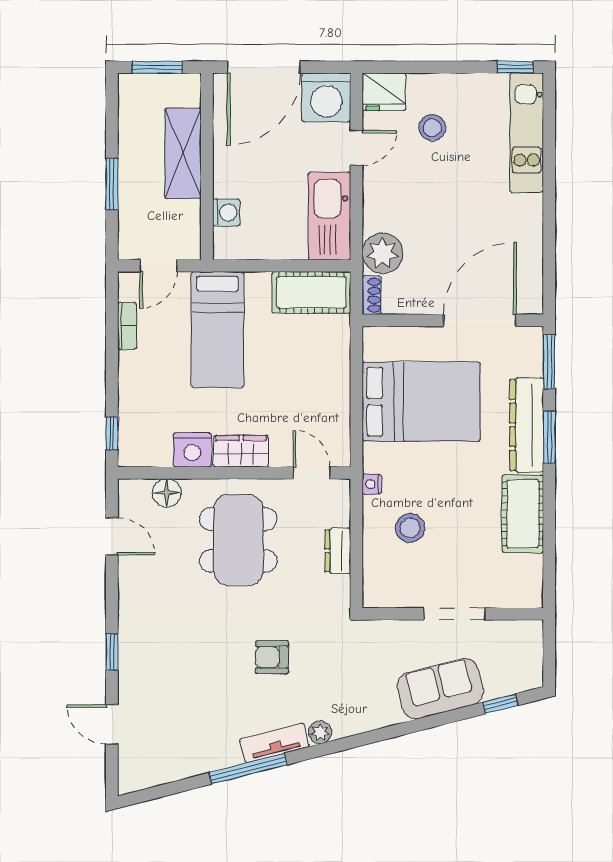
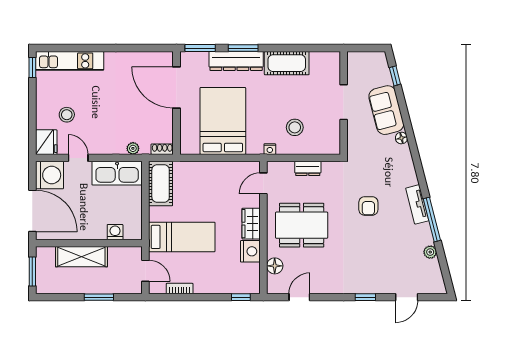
plant: (383, 253) -> (133, 148), width x0.53, depth x0.53
floor lamp: (391, 715) -> (401, 138), added
plant: (320, 732) -> (430, 252), moved

